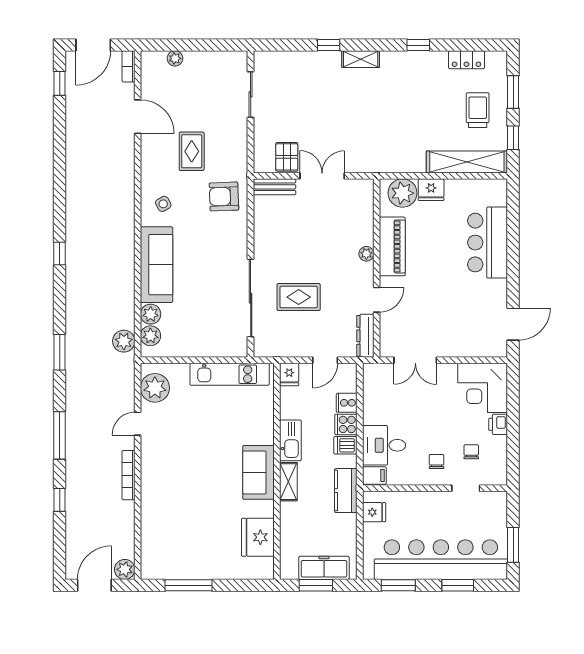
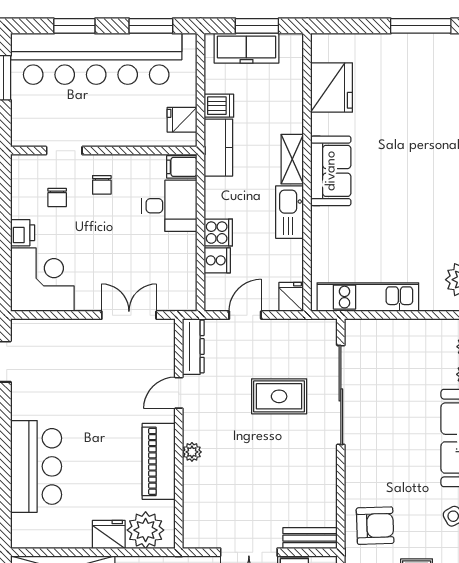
dishwasher: (345, 445) -> (219, 106), moved

